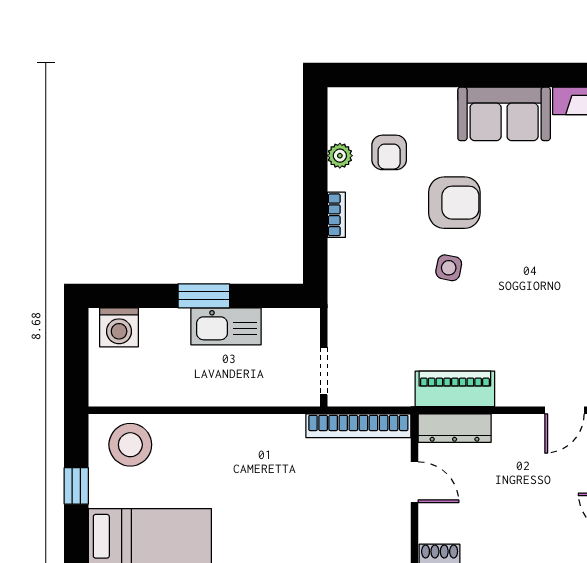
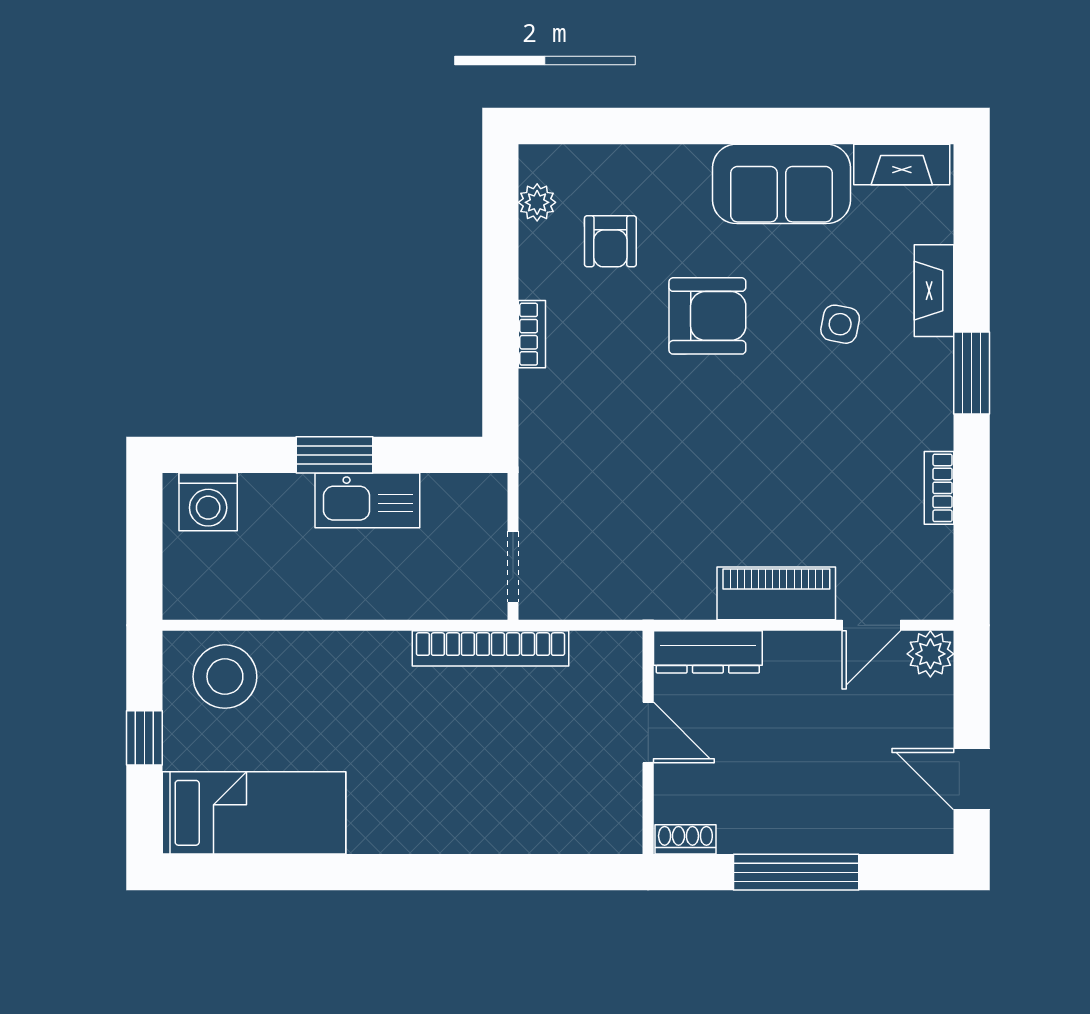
plant: (340, 156) -> (537, 202), moved
side table: (449, 268) -> (840, 324), moved
piano: (455, 389) -> (776, 593), moved
bookcase: (358, 426) -> (490, 648), moved

